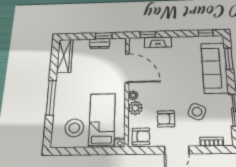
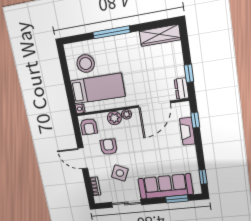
dresser: (100, 44) -> (181, 89), moved

